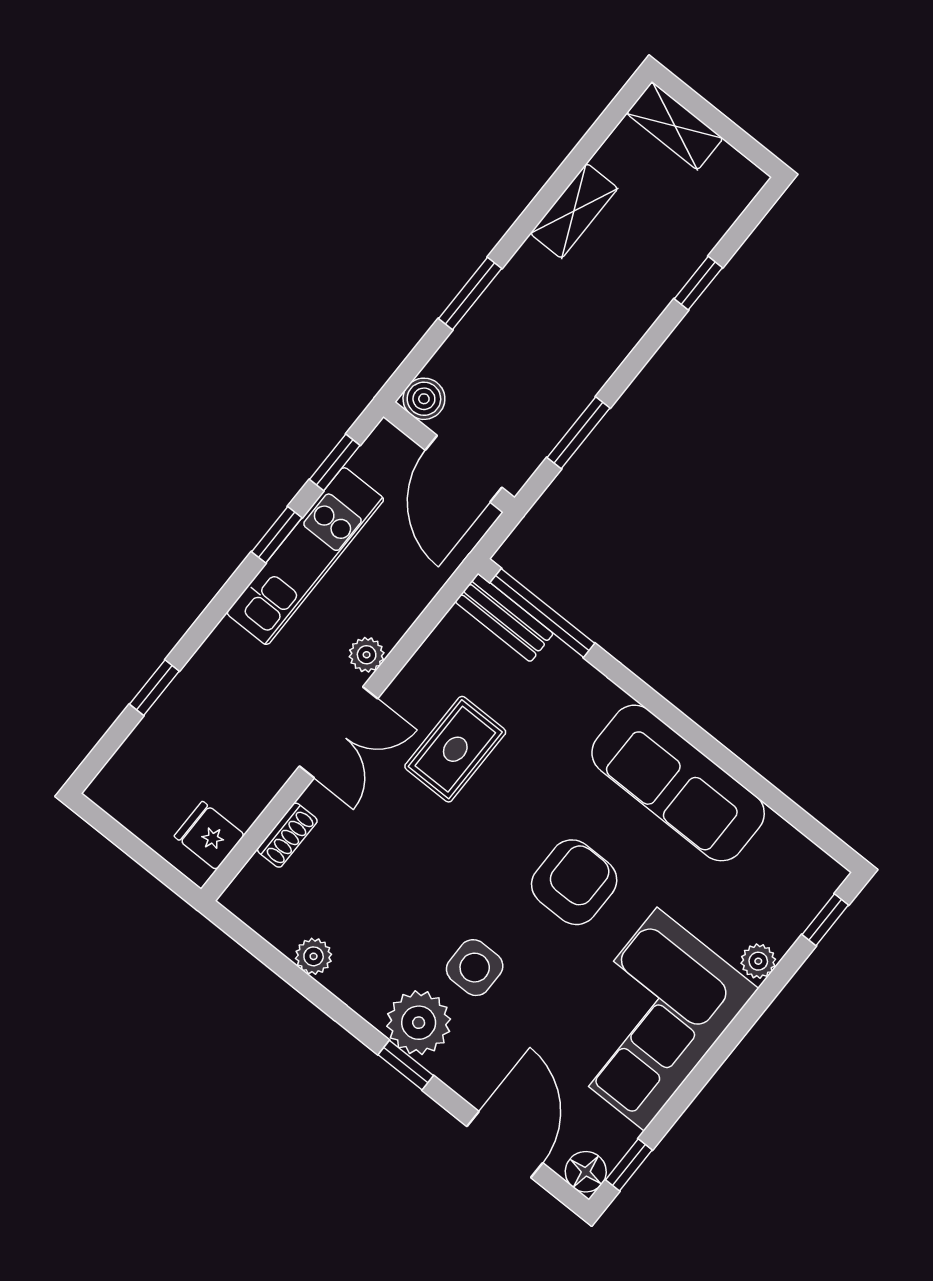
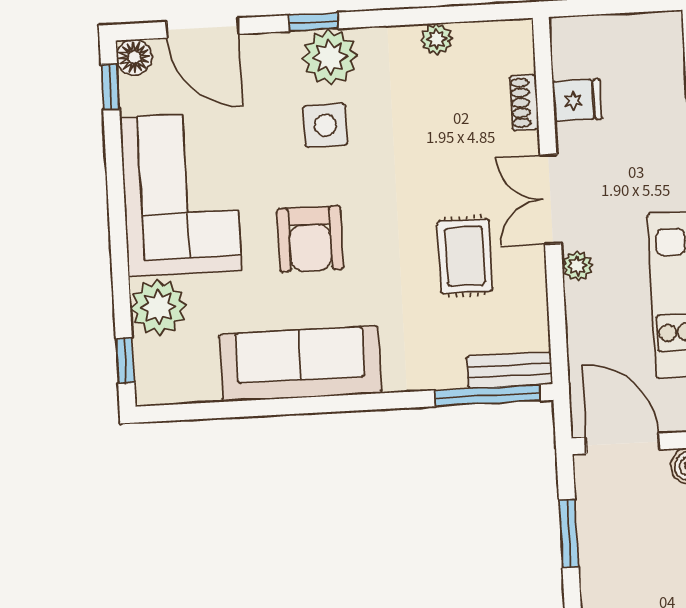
fridge: (209, 835) -> (577, 100), moved
plant: (758, 961) -> (158, 307), width x1.88, depth x1.88

